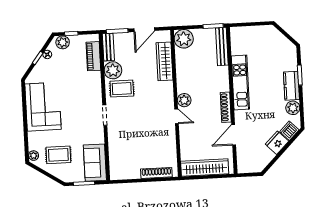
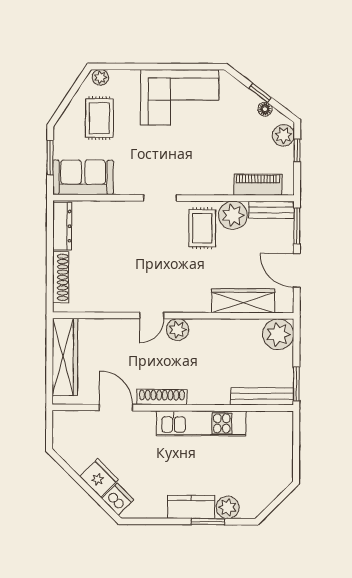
plant: (293, 108) -> (228, 507), moved
dresser: (125, 174) -> (62, 226), added

